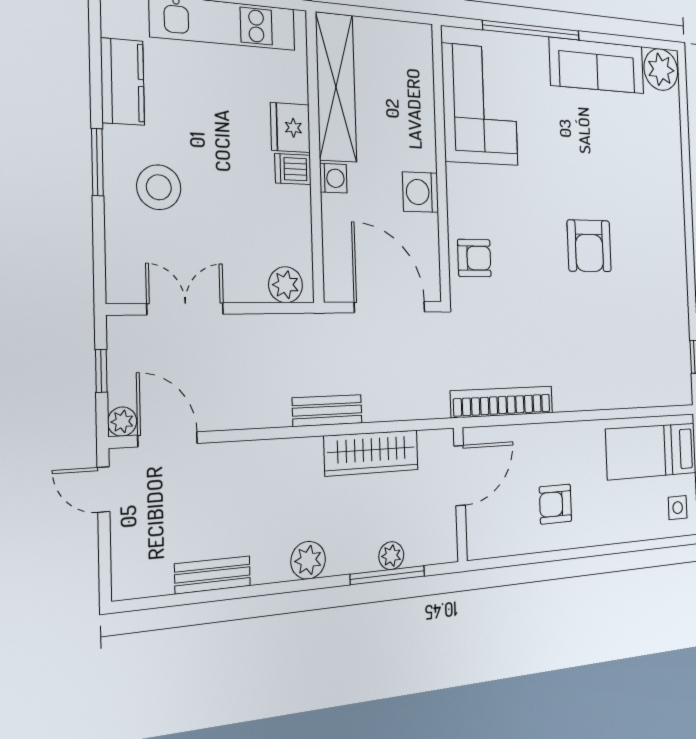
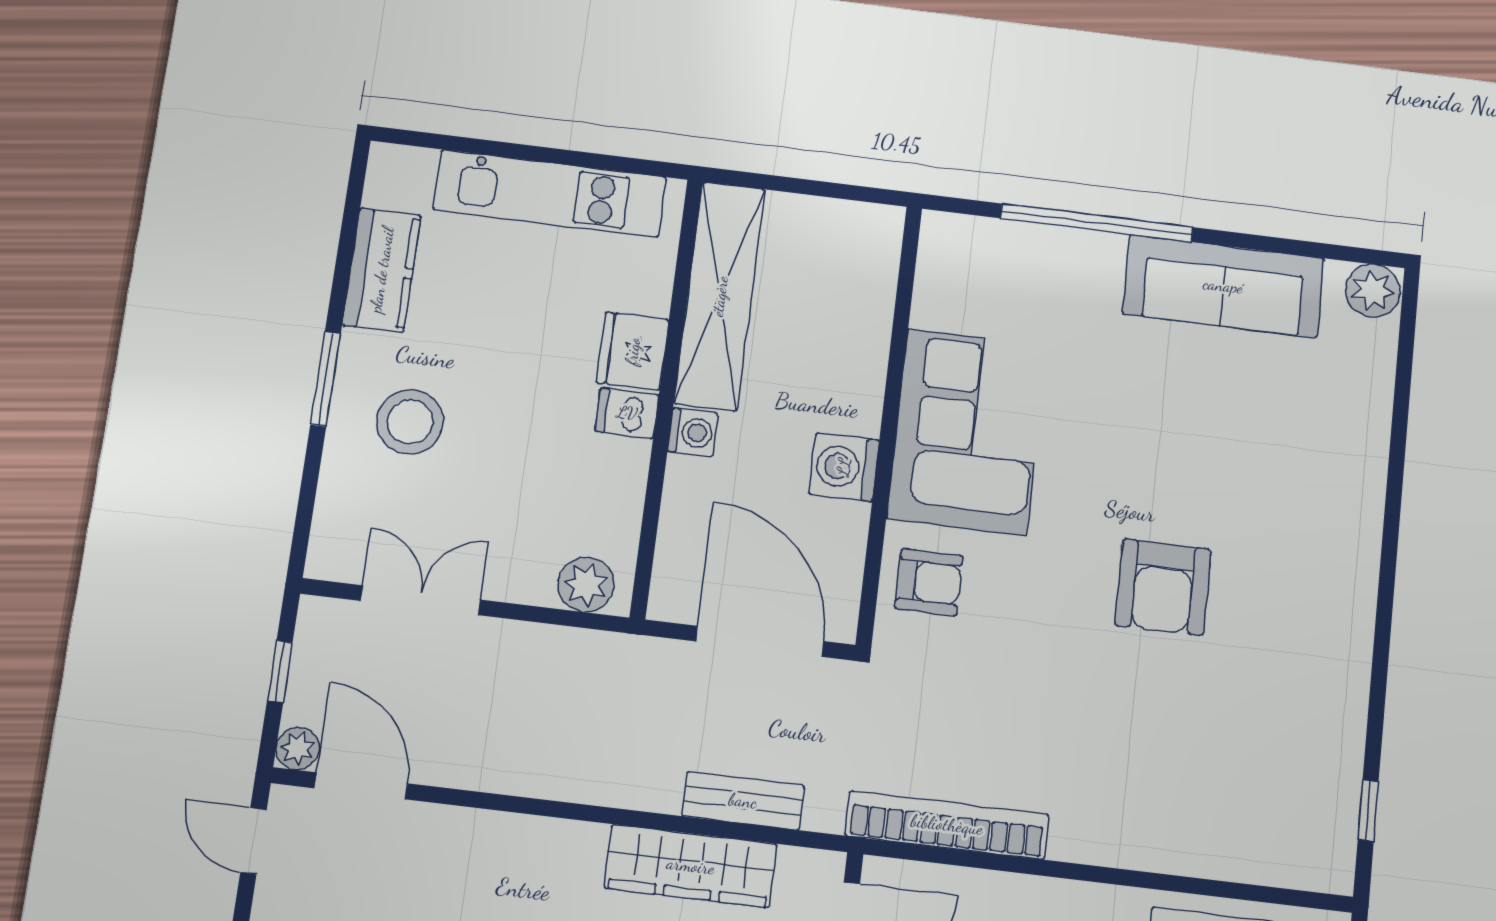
plant: (661, 70) -> (1373, 291), width x0.73, depth x0.73
corner sofa: (480, 105) -> (967, 432), moved
bench: (327, 411) -> (743, 801), moved

